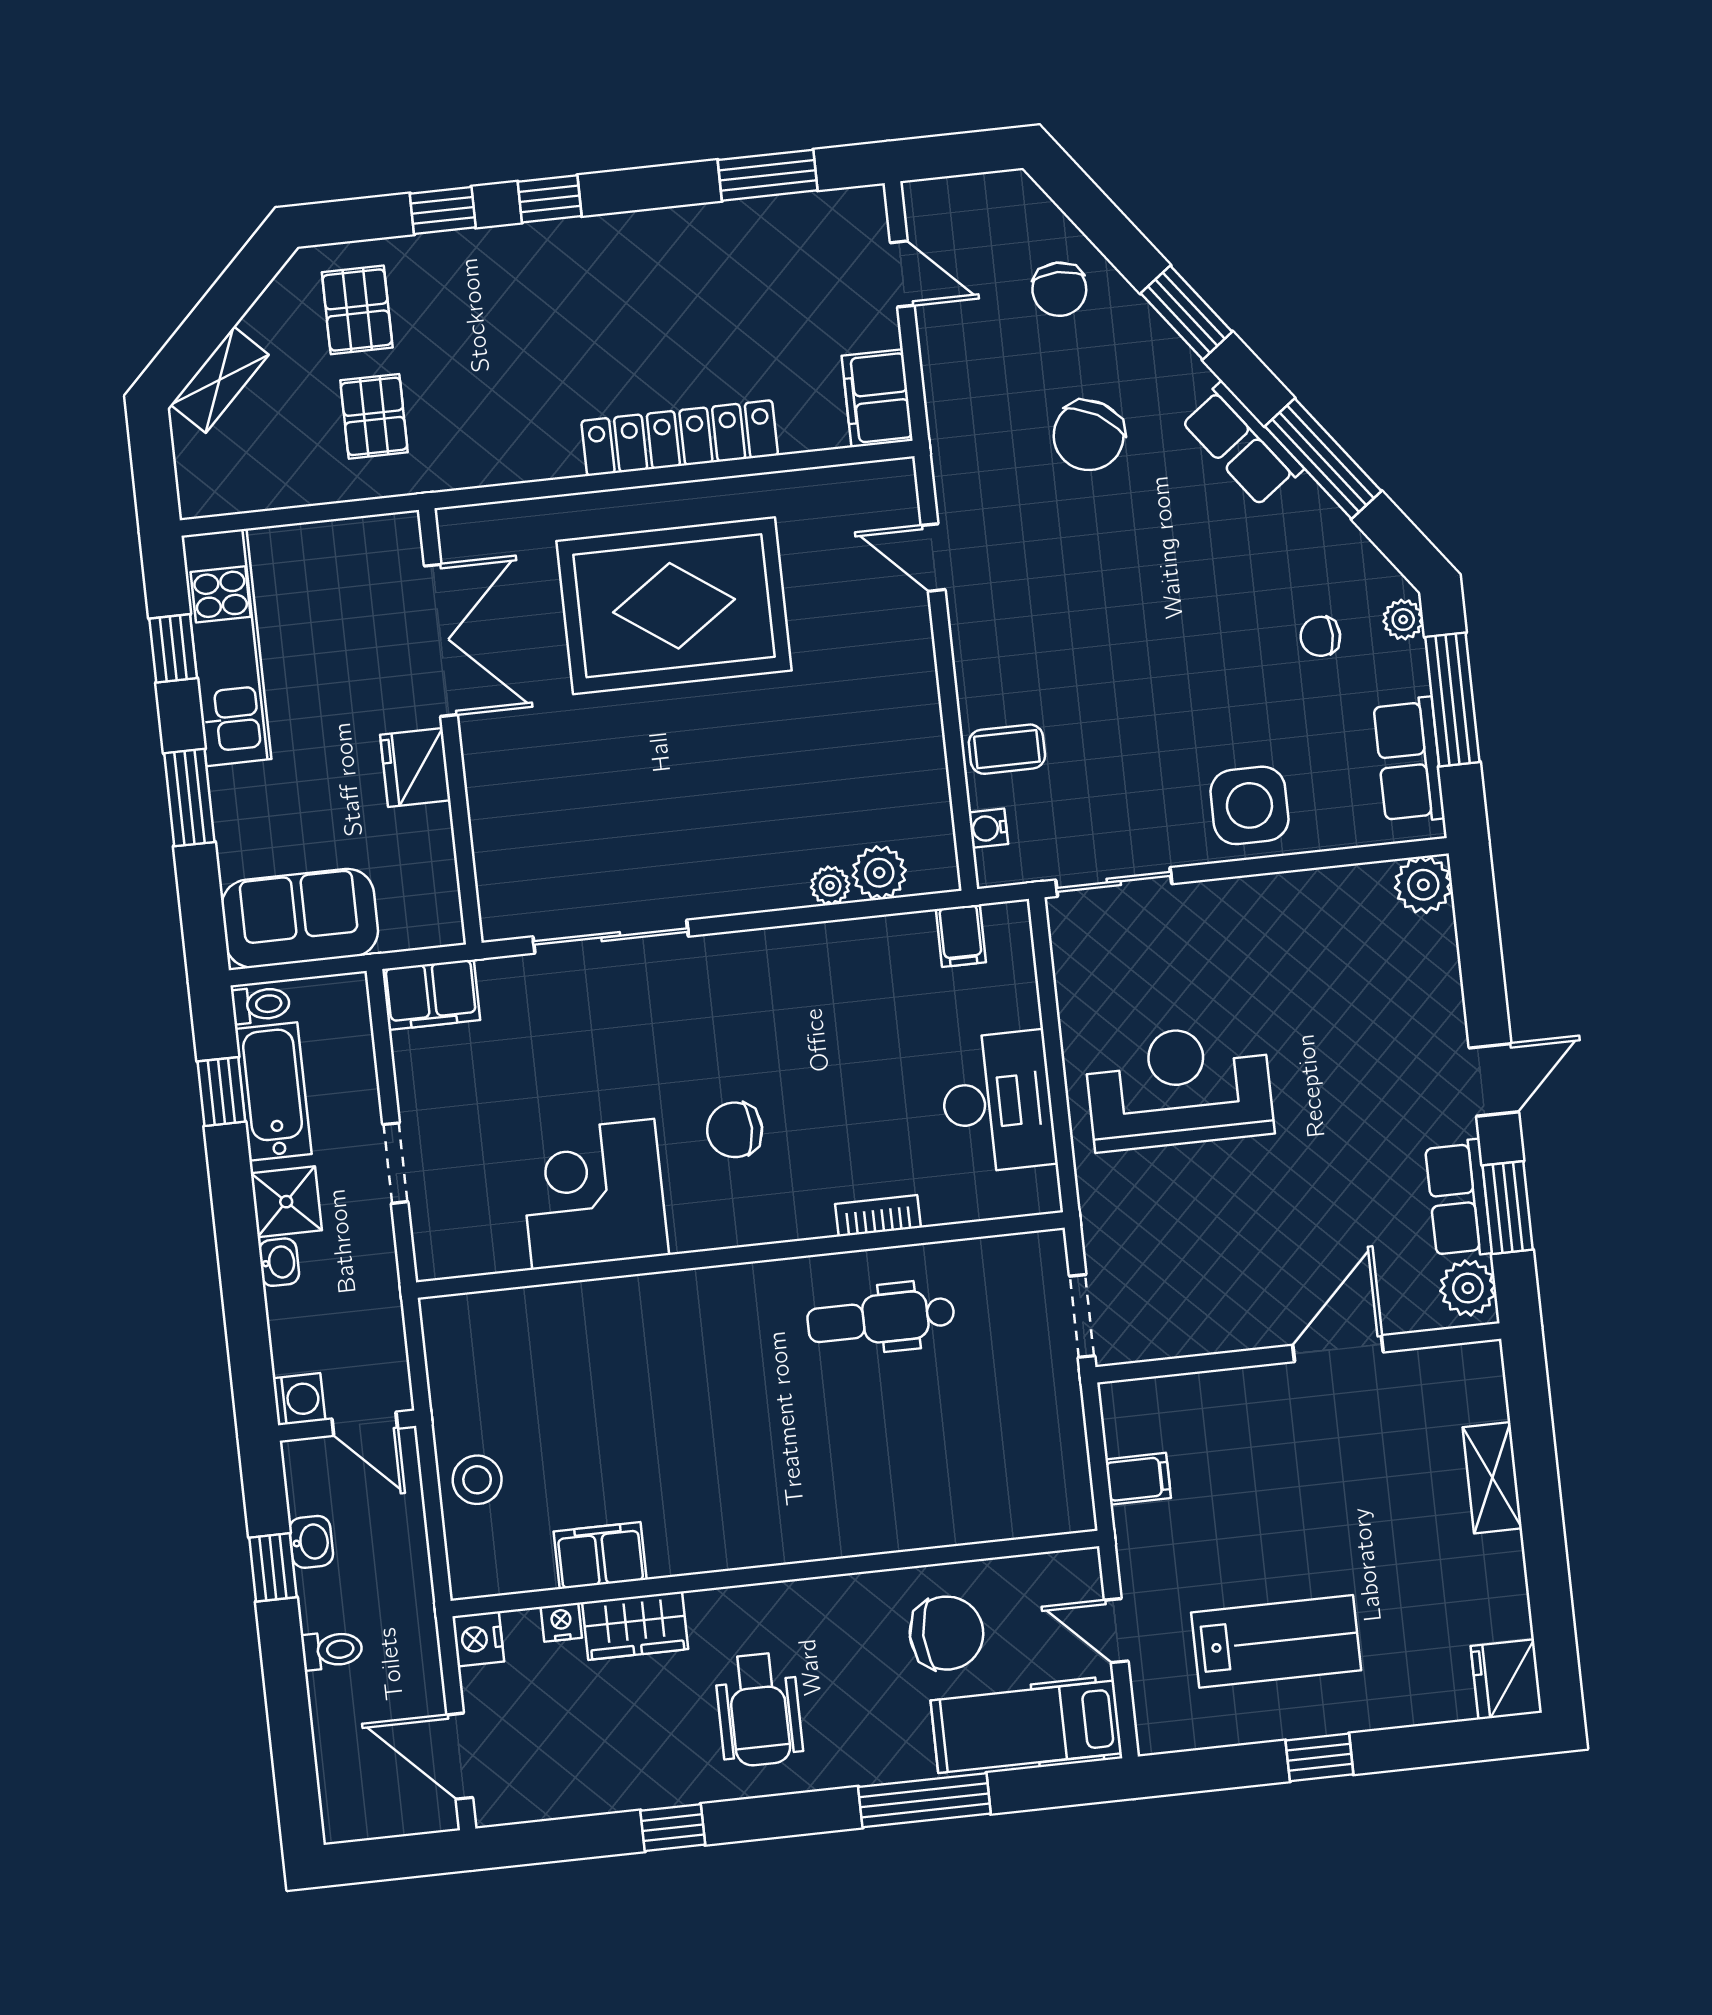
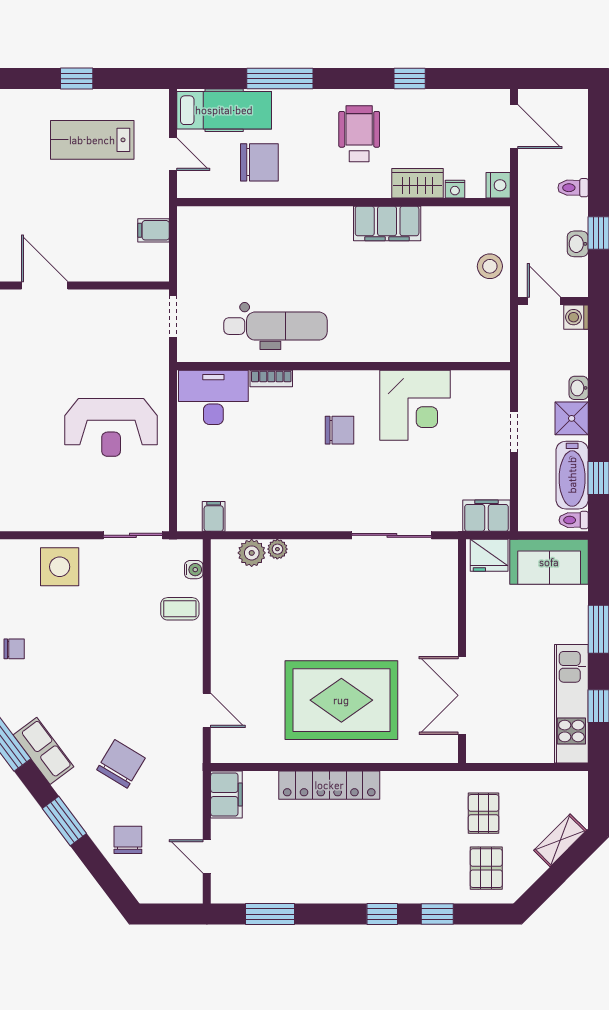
fridge: (415, 768) -> (489, 555), moved, turned 90
desk: (997, 1102) -> (213, 397), moved, turned 90
dental chair: (881, 1319) -> (276, 326), width x1.36, depth x1.38
door: (1338, 1349) -> (45, 285), swing flipped
filing cabinet: (600, 1556) -> (387, 223), moved, width x1.50, depth x1.17
chair: (947, 1633) -> (259, 162), turned 180

